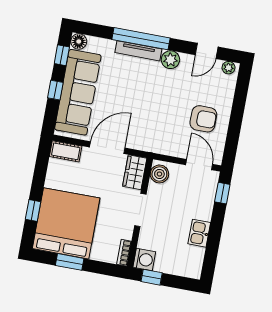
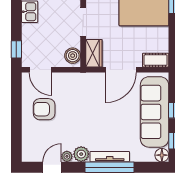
plant: (229, 68) -> (67, 156), moved

